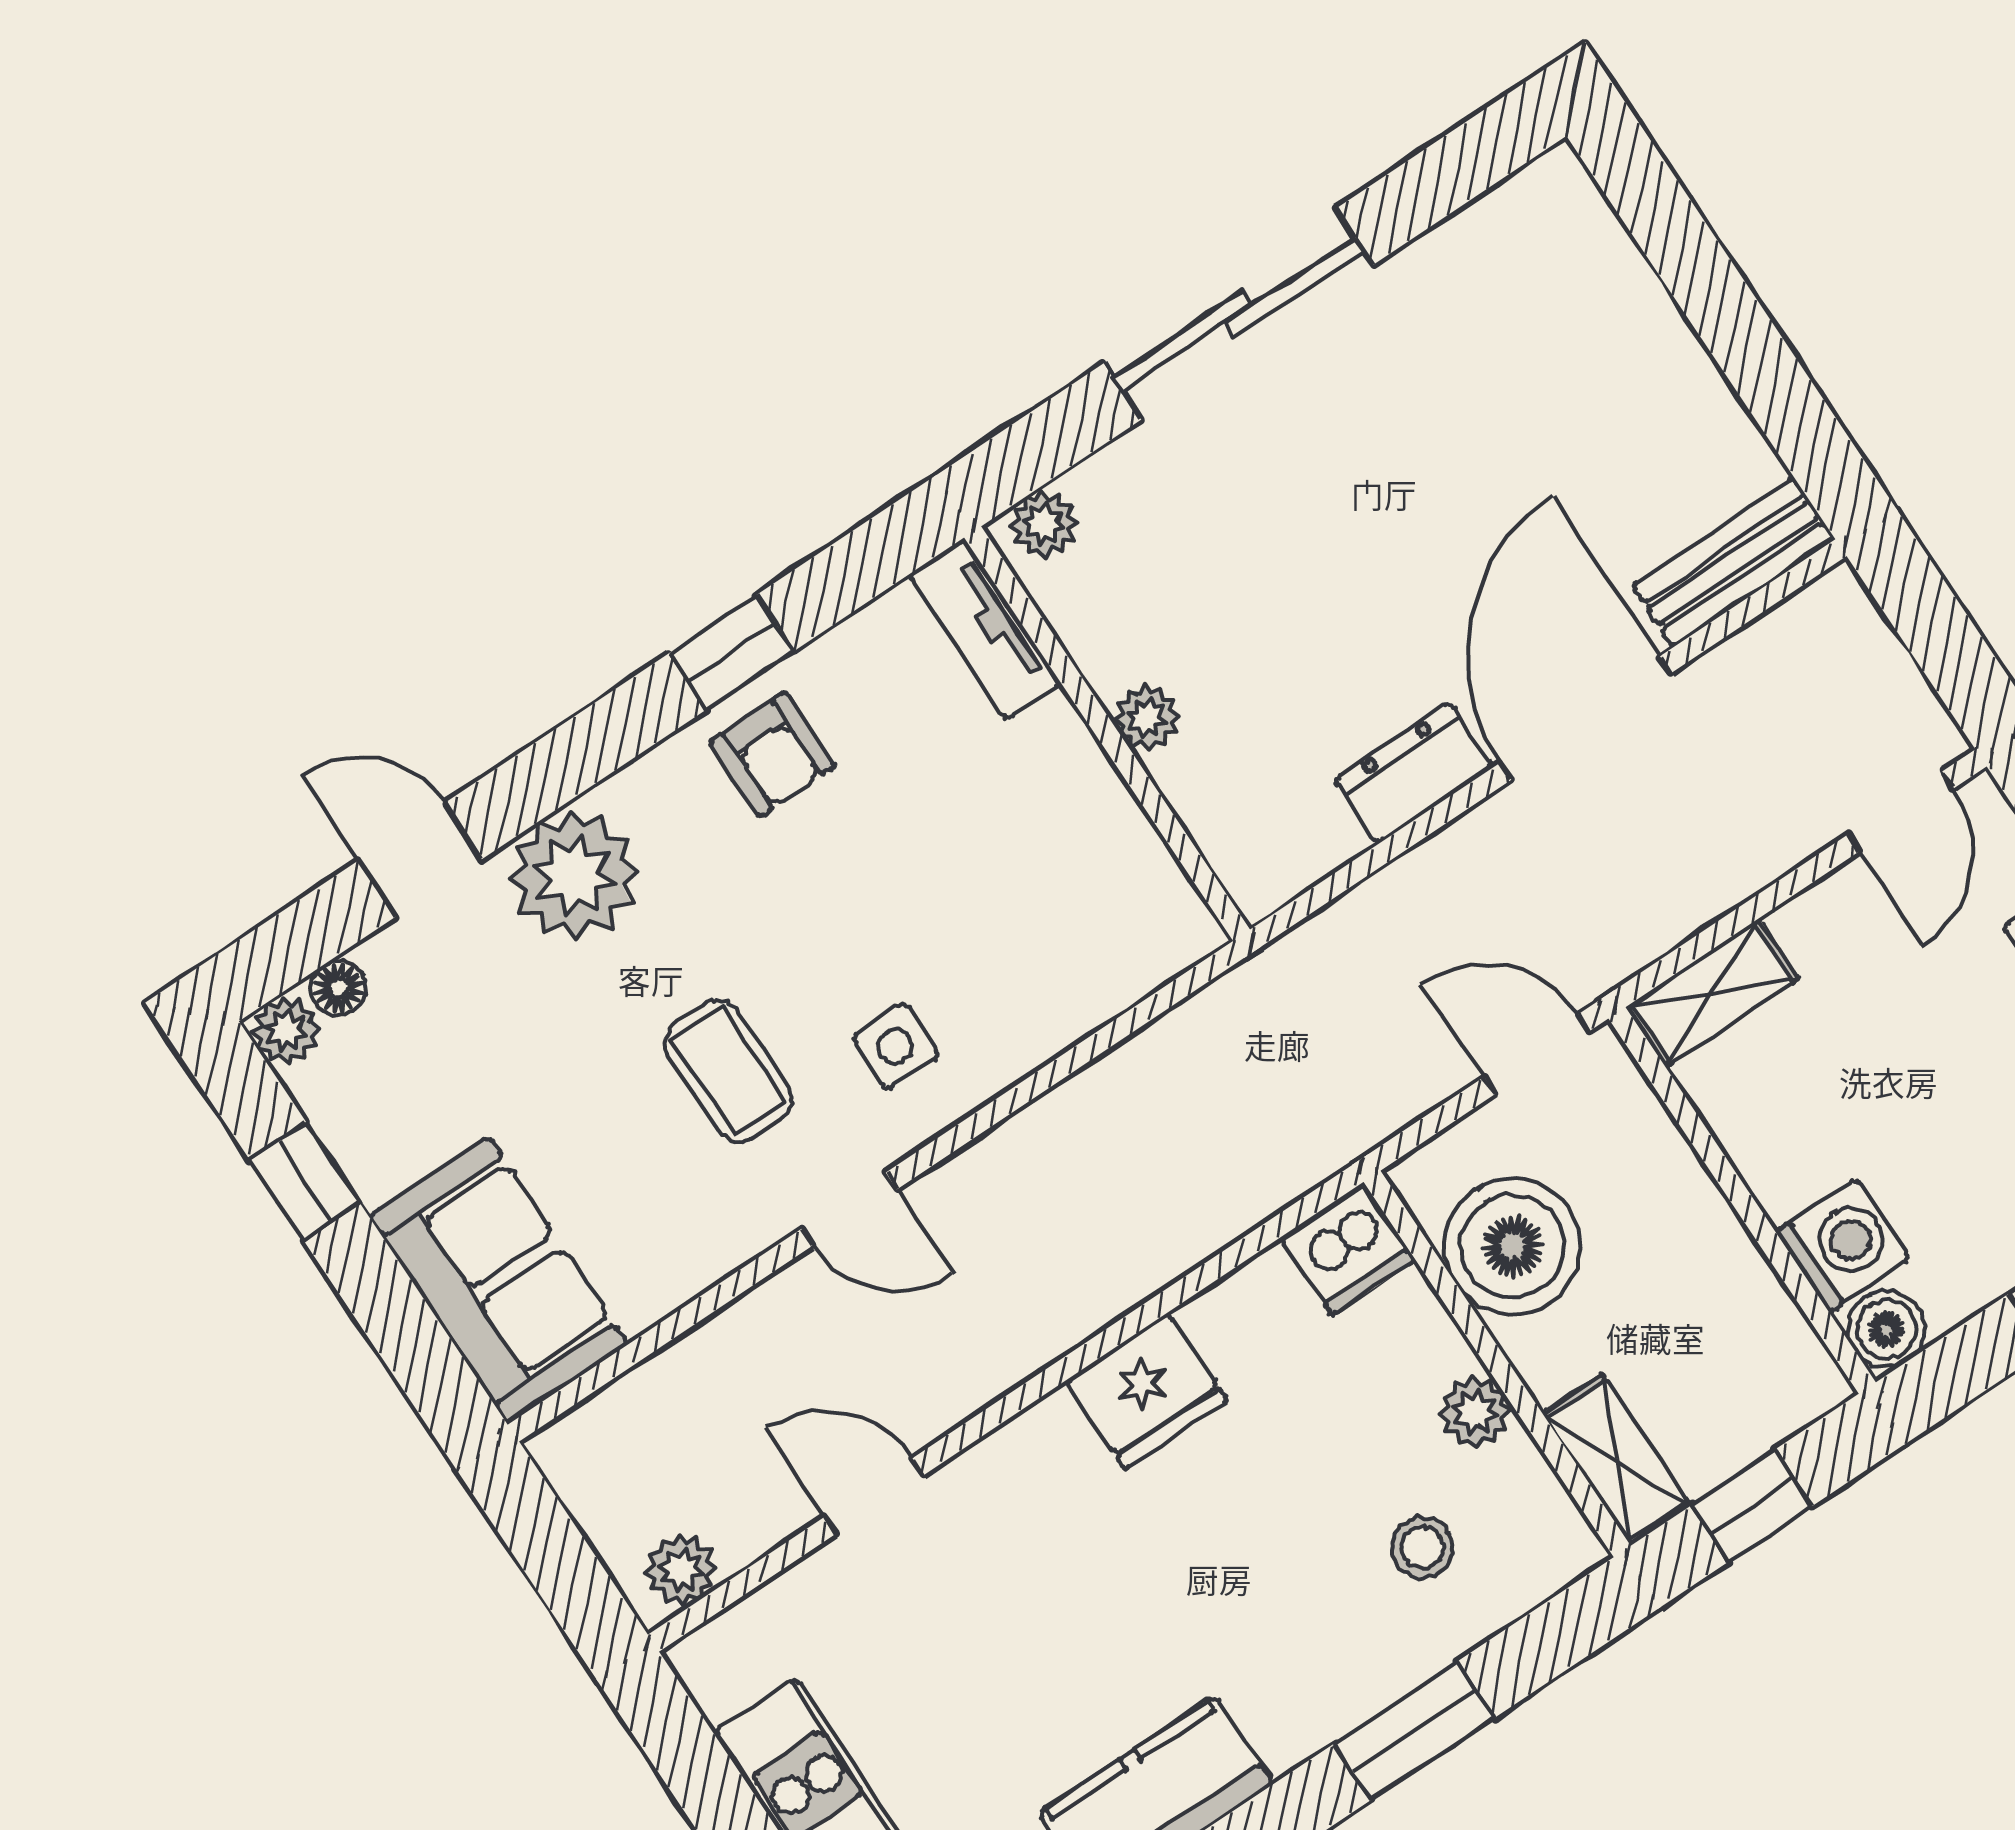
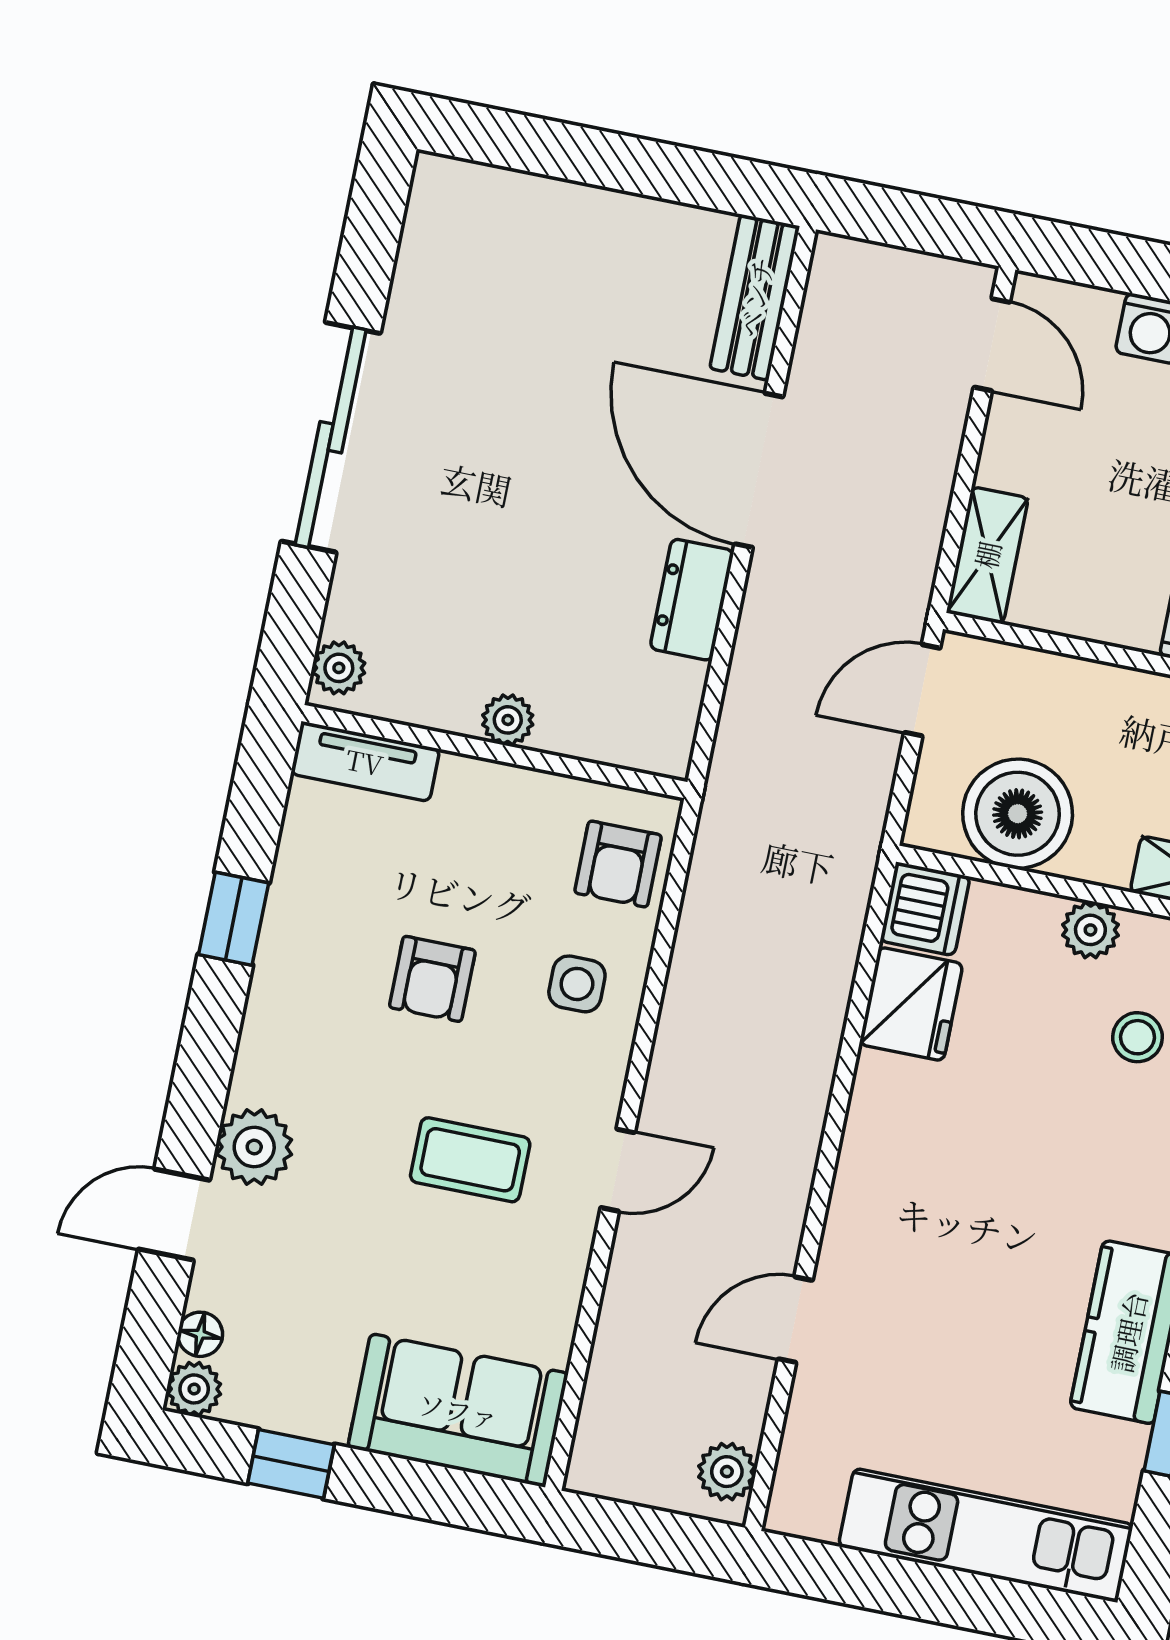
armchair: (772, 754) -> (432, 979), moved, turned 90
plant: (574, 875) -> (254, 1147), width x0.73, depth x0.73
armchair: (1117, 941) -> (618, 864), added
side table: (896, 1046) -> (577, 984), moved
fridge: (1147, 1391) -> (911, 1004), moved

